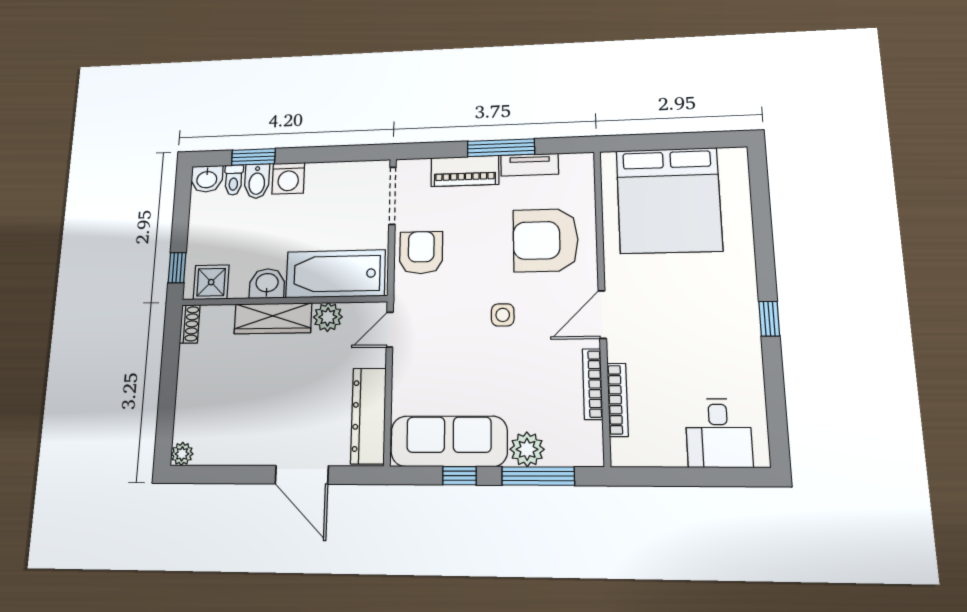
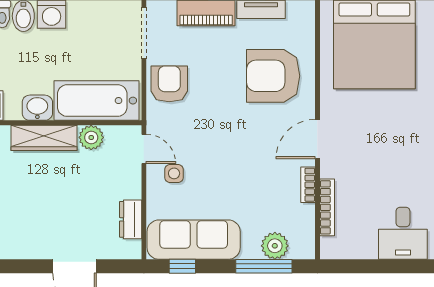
side table: (503, 315) -> (174, 173), moved
door: (390, 330) -> (144, 149), swing flipped
bookcase: (593, 384) -> (308, 185), width x0.64
dresser: (368, 416) -> (131, 219), width x0.51, depth x0.80
plant: (527, 449) -> (275, 246), moved
window: (459, 476) -> (182, 266), moved

